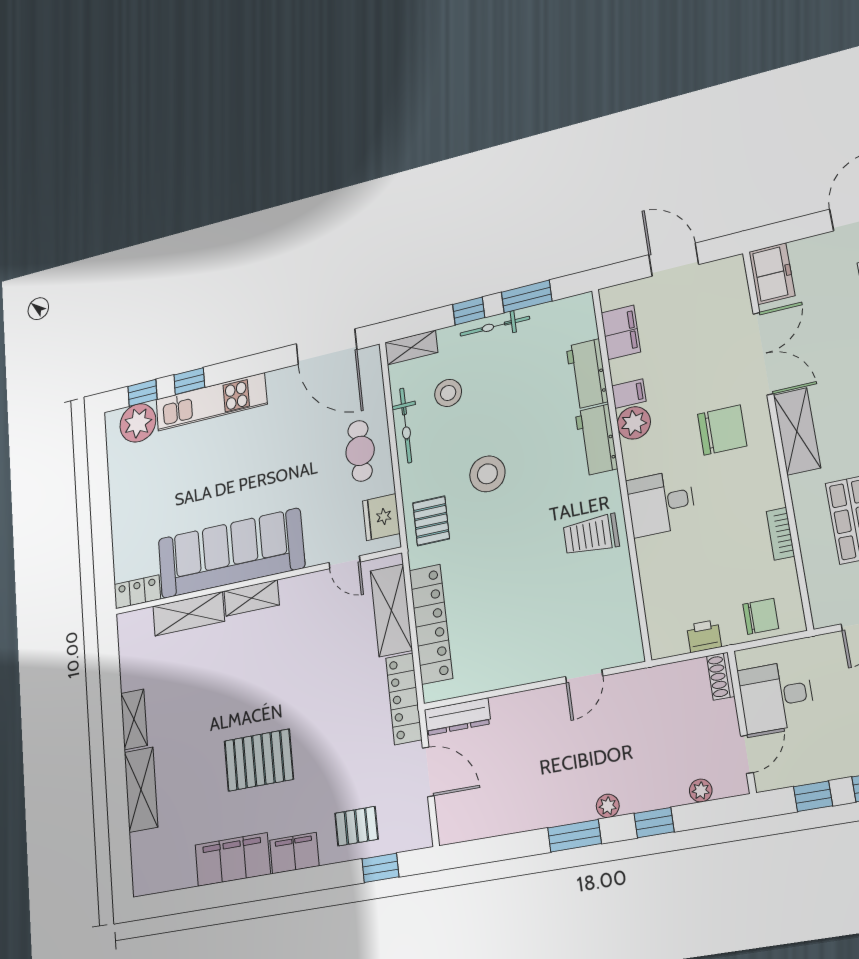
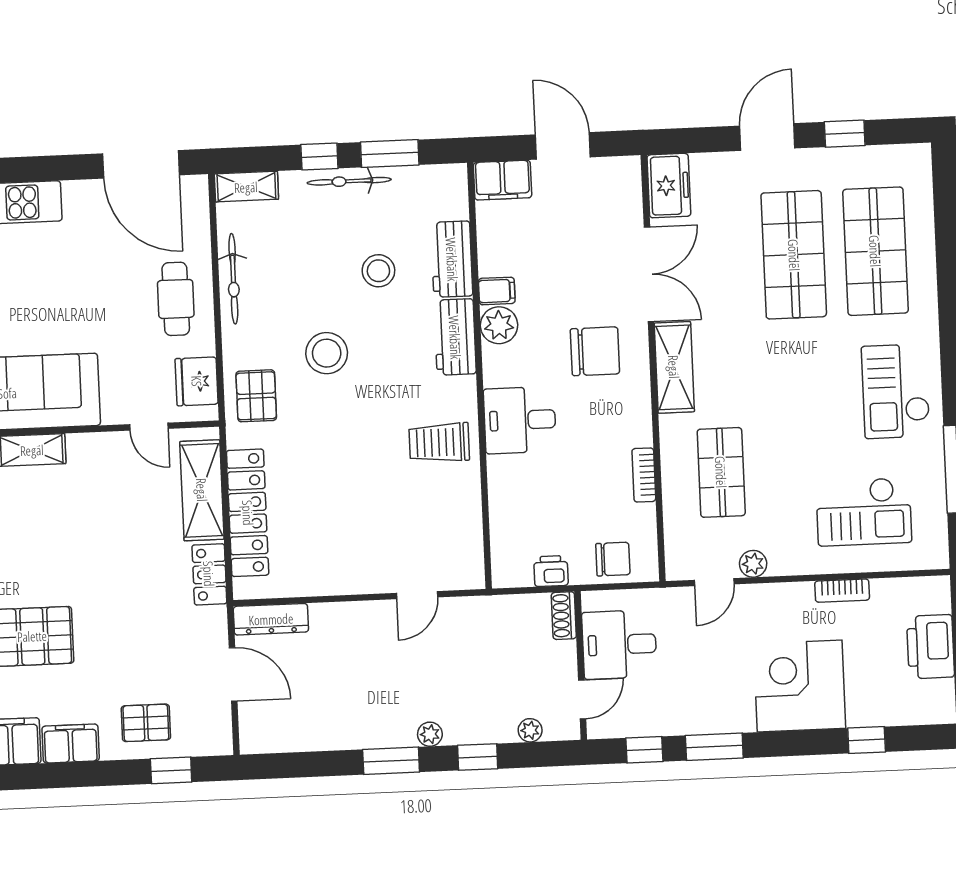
filing cabinet: (621, 332) -> (502, 180), moved, turned 90
stool: (448, 393) -> (378, 271), moved
locker: (404, 699) -> (209, 574), width x0.66

